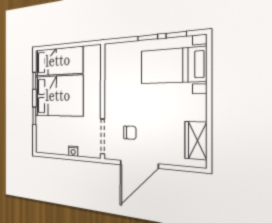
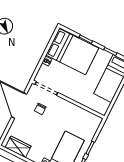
bed: (58, 96) -> (72, 52), moved, turned -90

